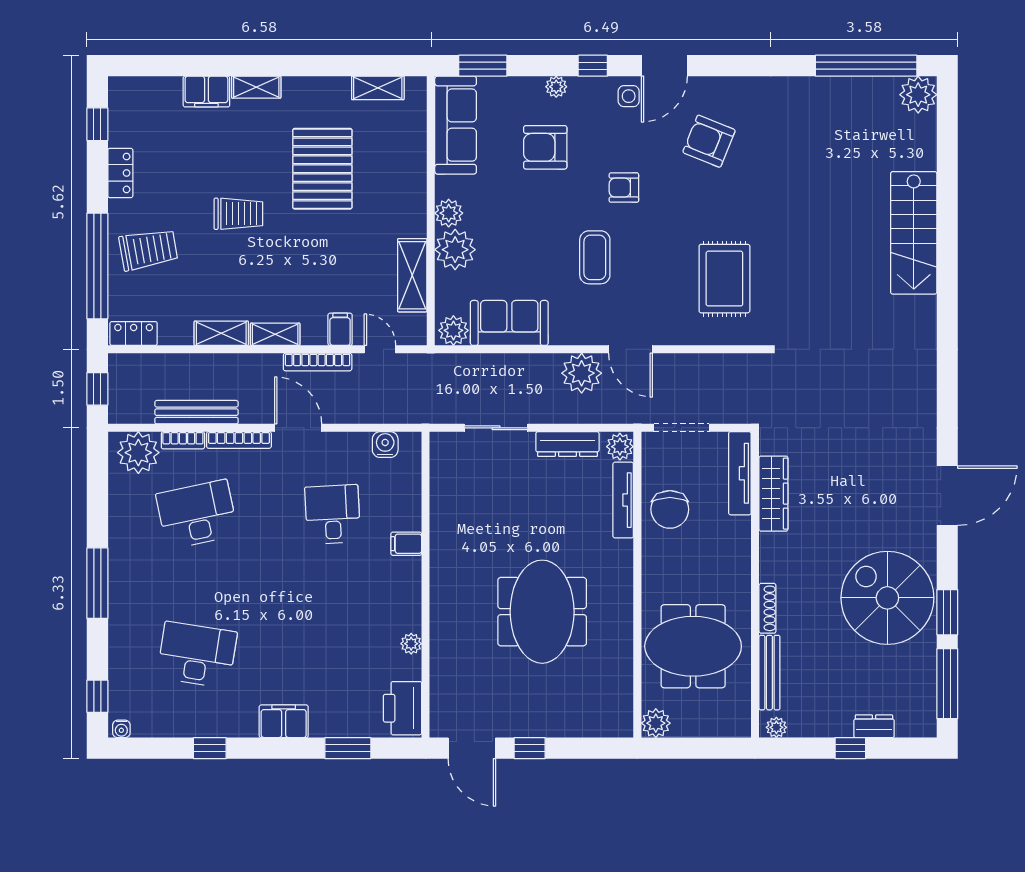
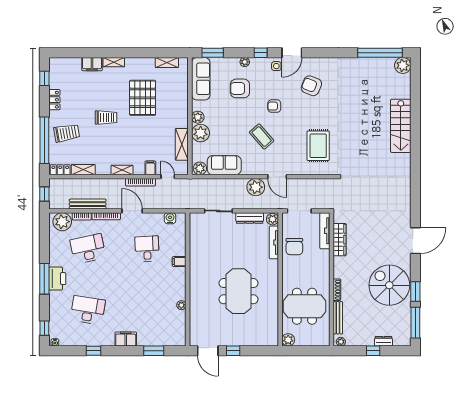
coffee table: (595, 257) -> (262, 136), turned -41
shelving: (221, 333) -> (83, 170), moved
printer: (403, 708) -> (57, 279), moved, turned 180

